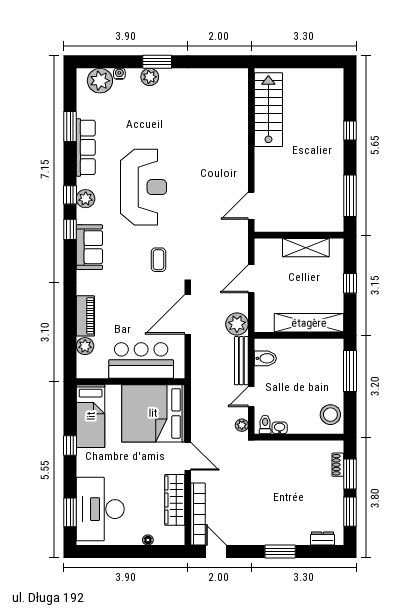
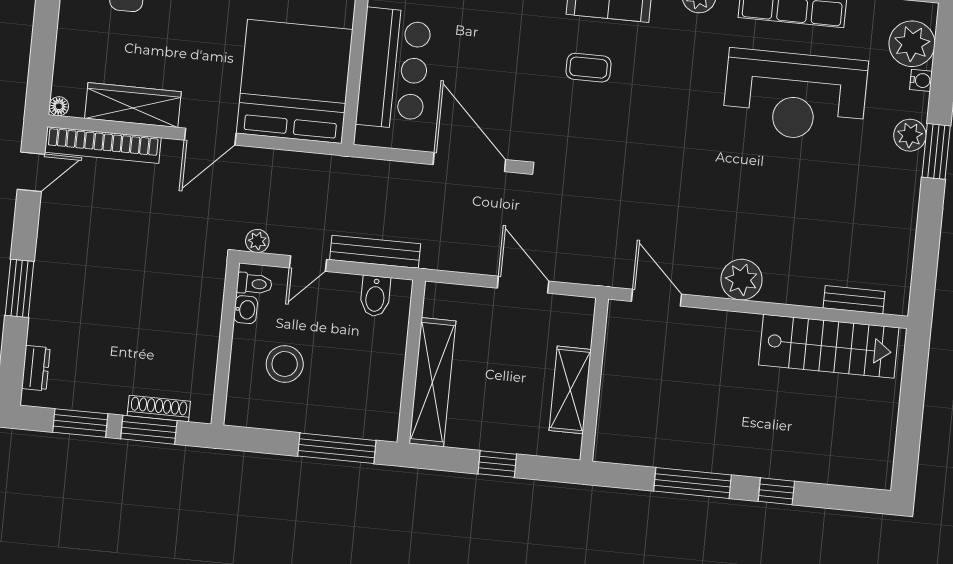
bench: (242, 98) -> (854, 300), added
reception desk: (144, 187) -> (795, 96), moved
window: (350, 196) -> (693, 483), moved
coffee table: (158, 260) -> (589, 68), moved
plant: (237, 324) -> (742, 280), moved
door: (251, 397) -> (308, 264), swing flipped
stool: (330, 415) -> (285, 364), moved
shoe rack: (338, 465) -> (159, 409), width x1.43
floor lamp: (148, 540) -> (59, 106), moved

